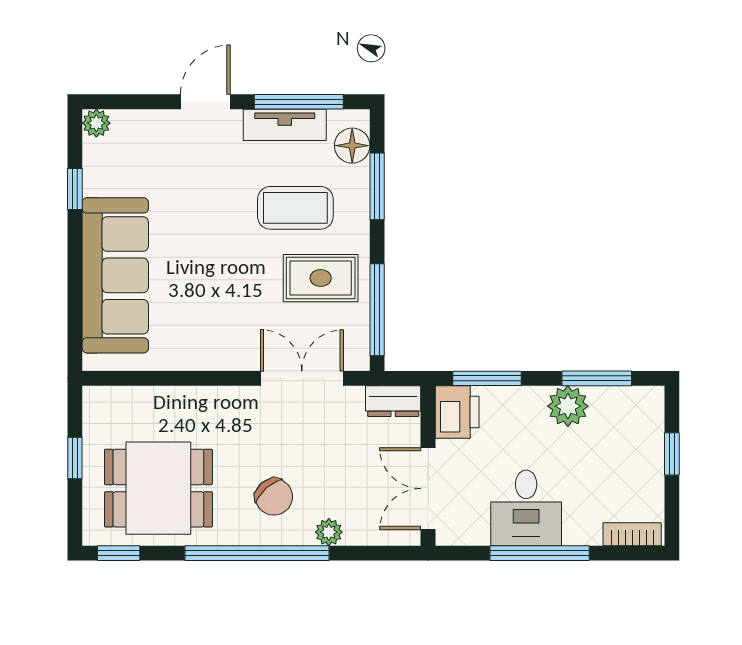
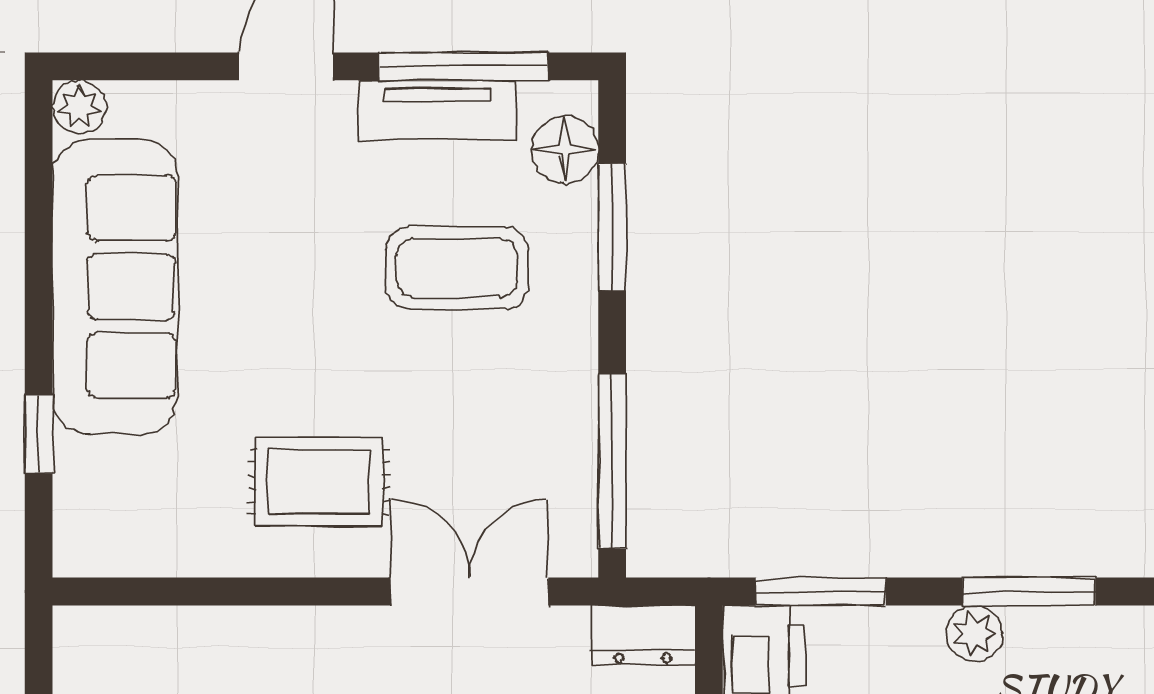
window: (75, 189) -> (39, 434), moved
sofa: (115, 275) -> (115, 287), moved
rug: (321, 278) -> (319, 482), moved
plant: (568, 406) -> (974, 634), width x0.73, depth x0.73

